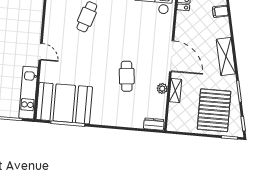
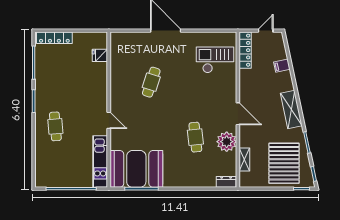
door: (172, 56) -> (238, 114), width x0.73
plant: (162, 89) -> (227, 142), width x1.88, depth x1.88
shelving: (175, 91) -> (244, 159), moved

